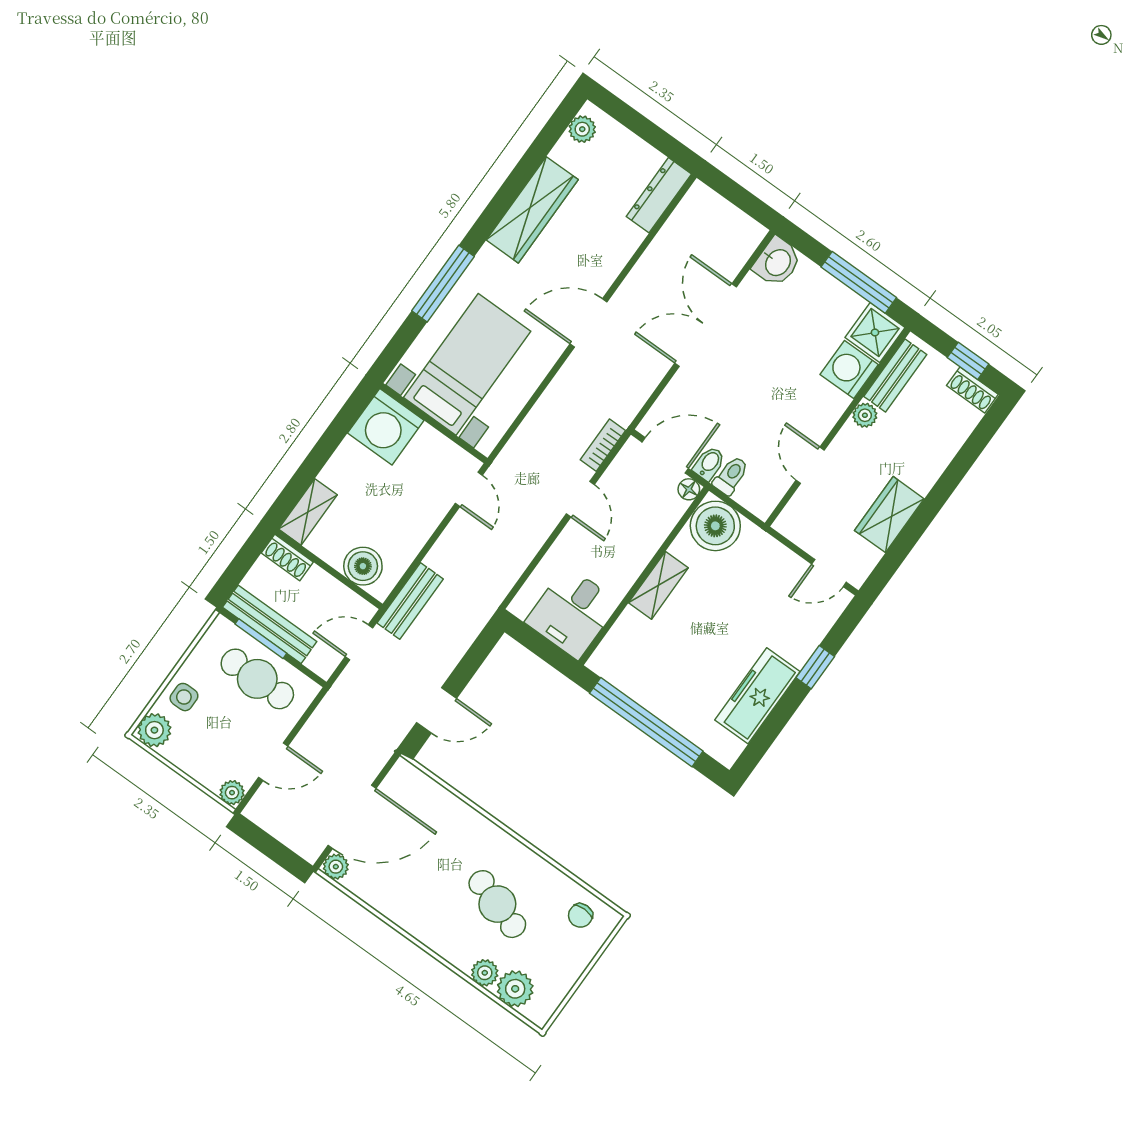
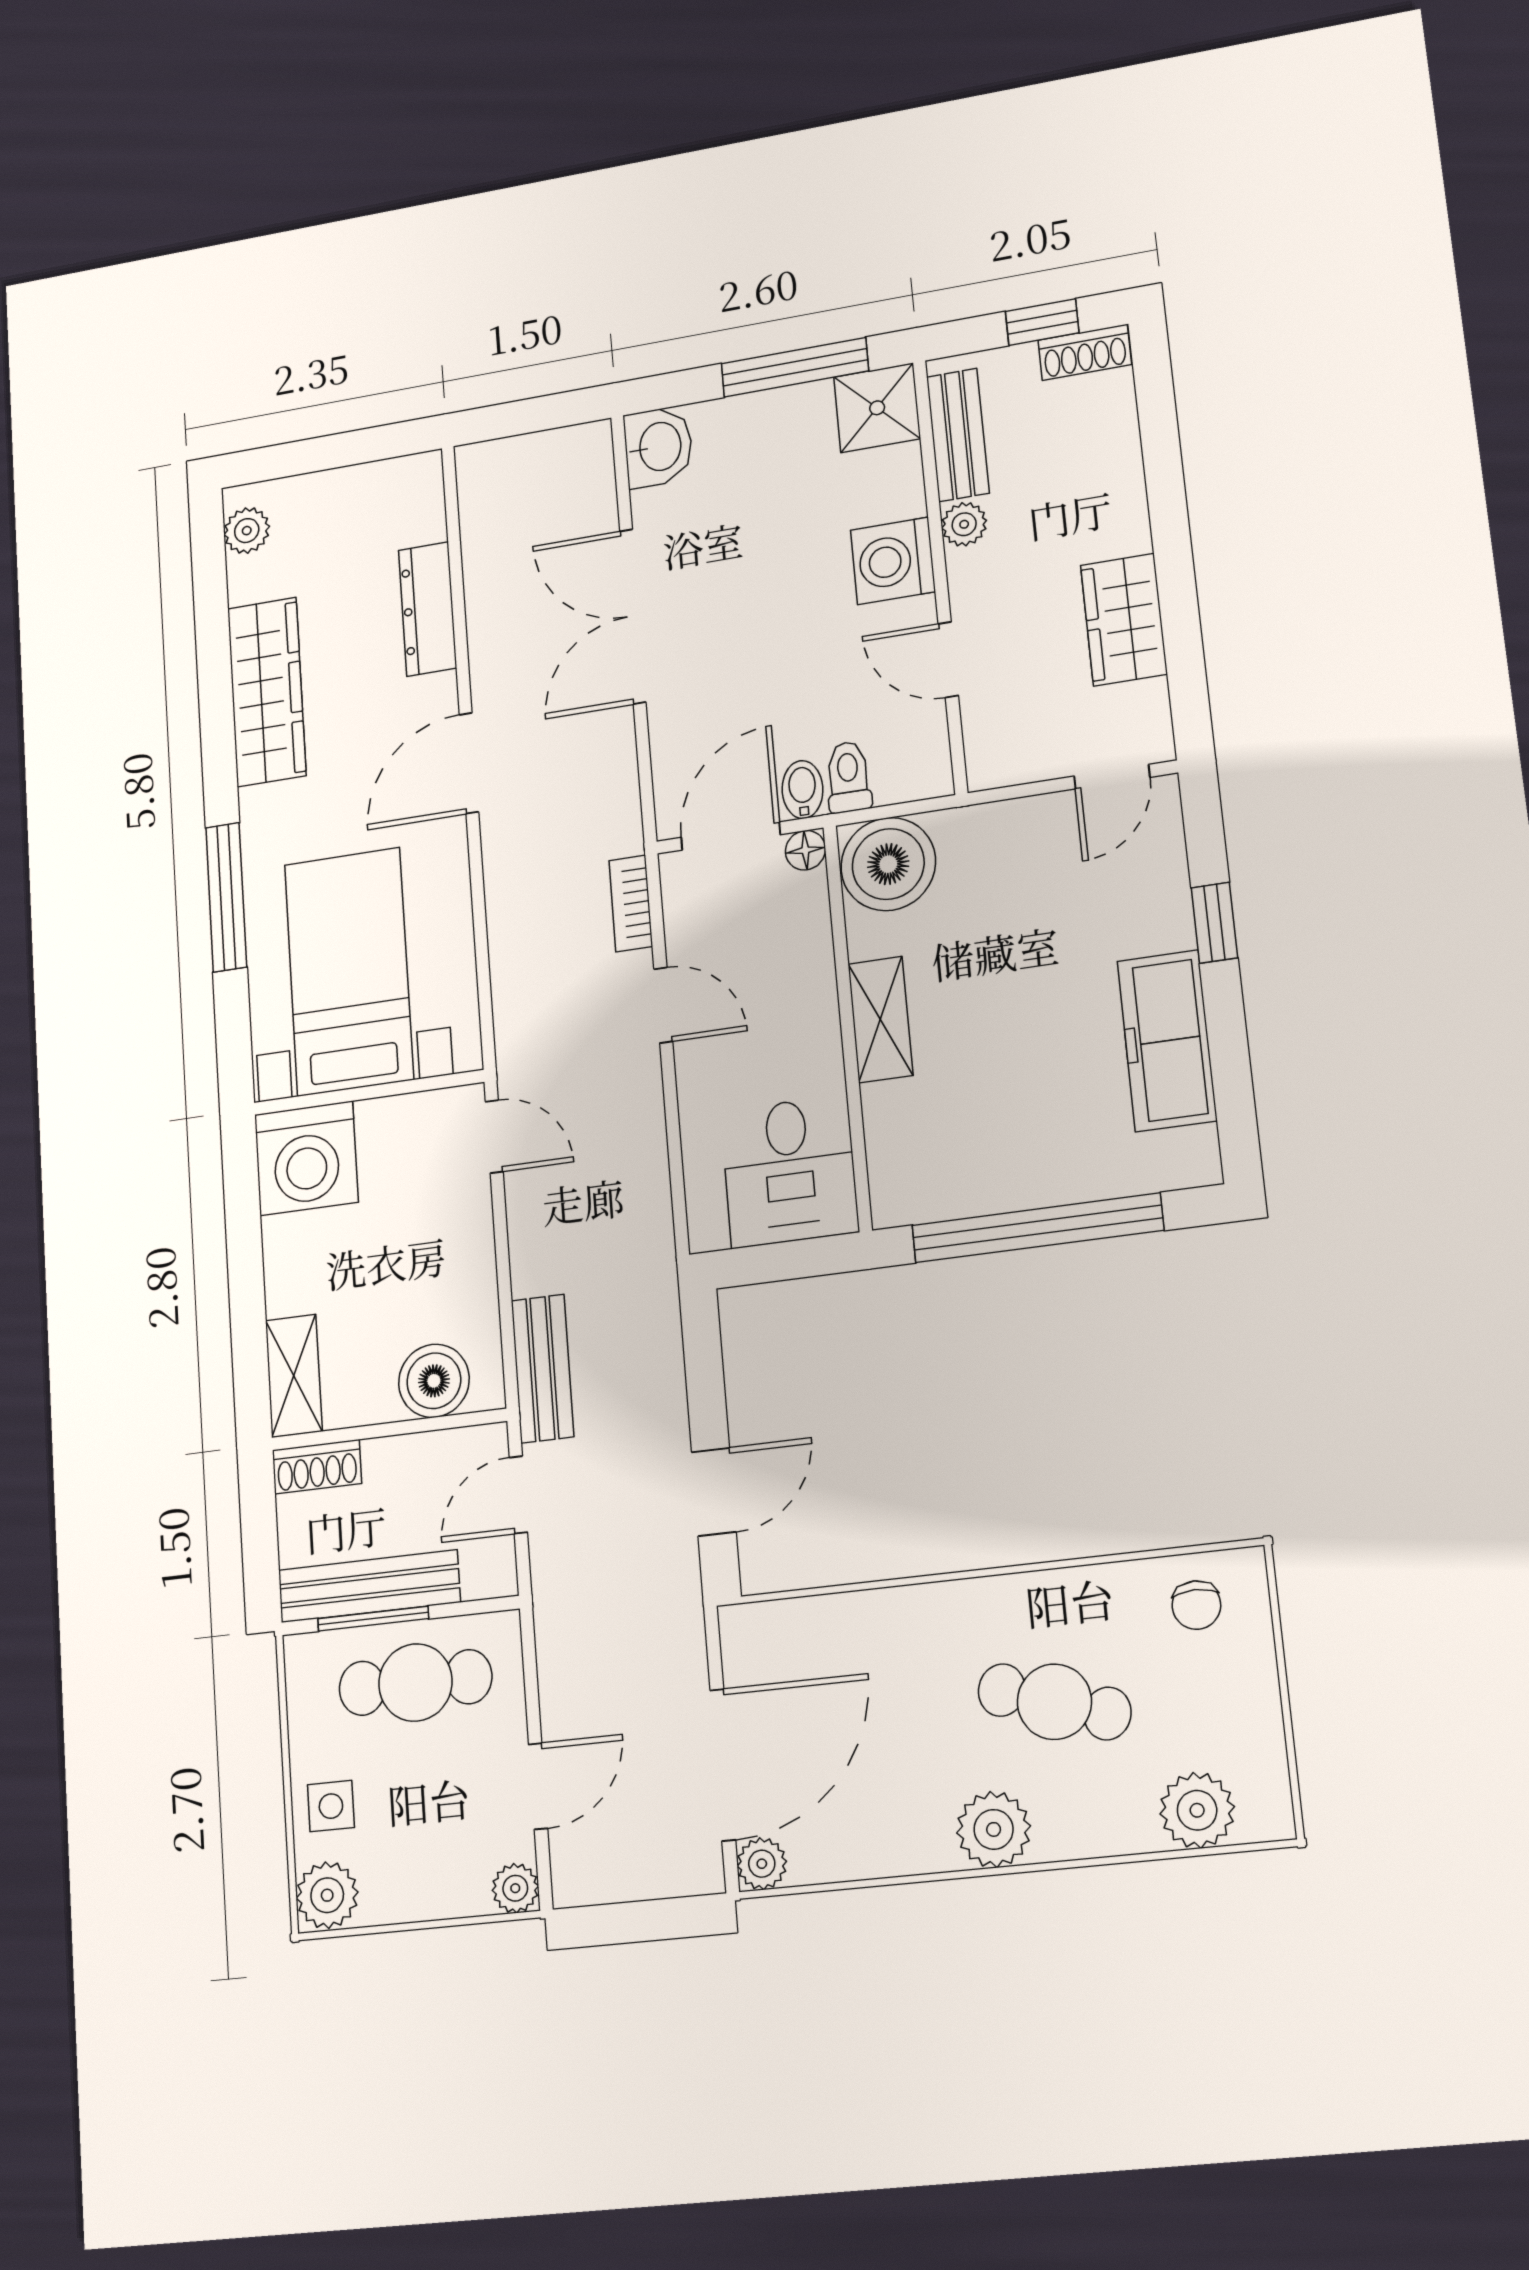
dresser: (659, 195) -> (428, 609), moved
washing machine: (849, 370) -> (893, 561), moved
plant: (485, 973) -> (994, 1829), moved, width x1.38, depth x1.38

